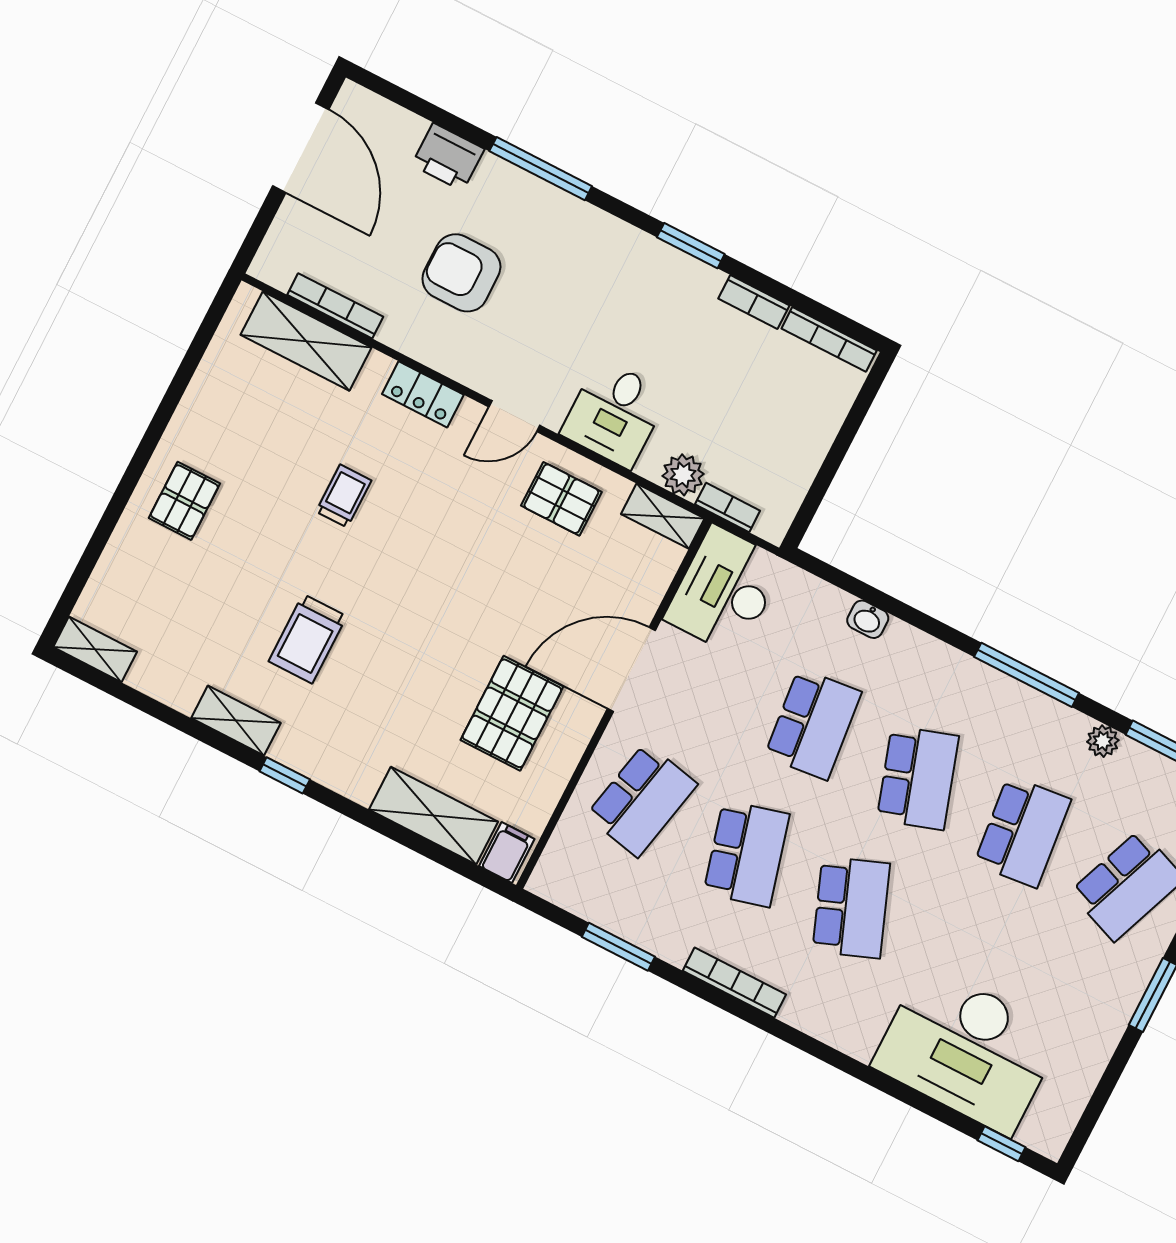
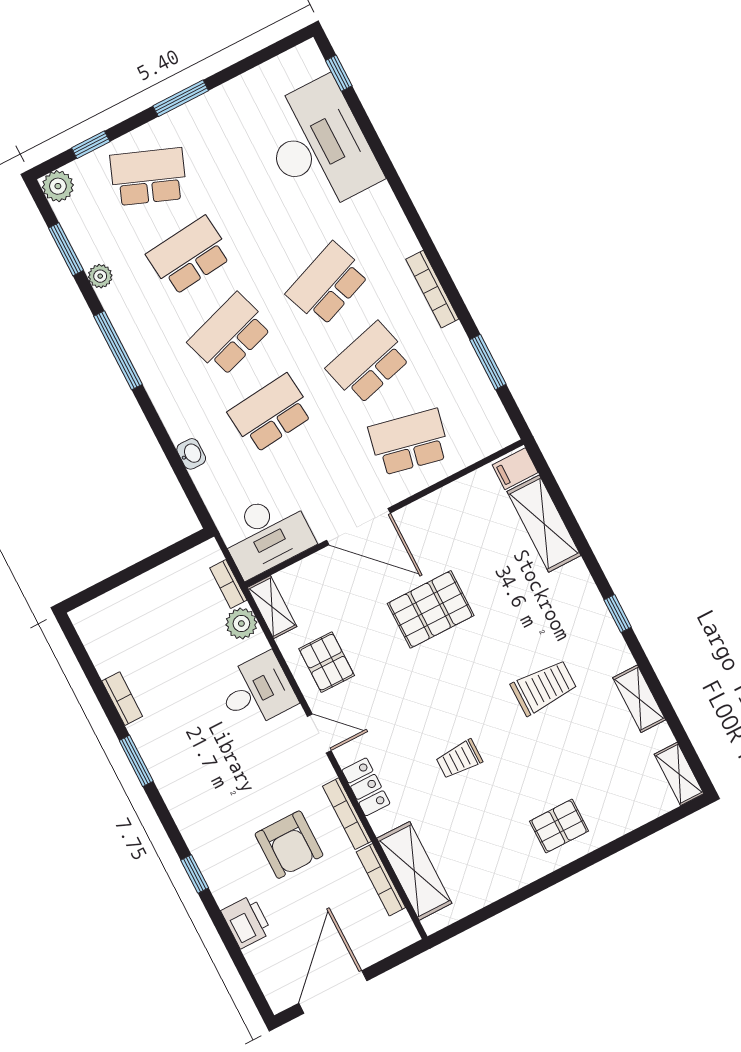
window: (541, 169) -> (195, 874), width x0.46
bookcase: (829, 339) -> (347, 814), moved, turned 180
pallet: (512, 713) -> (431, 609), moved
shelving: (236, 721) -> (639, 699), moved

